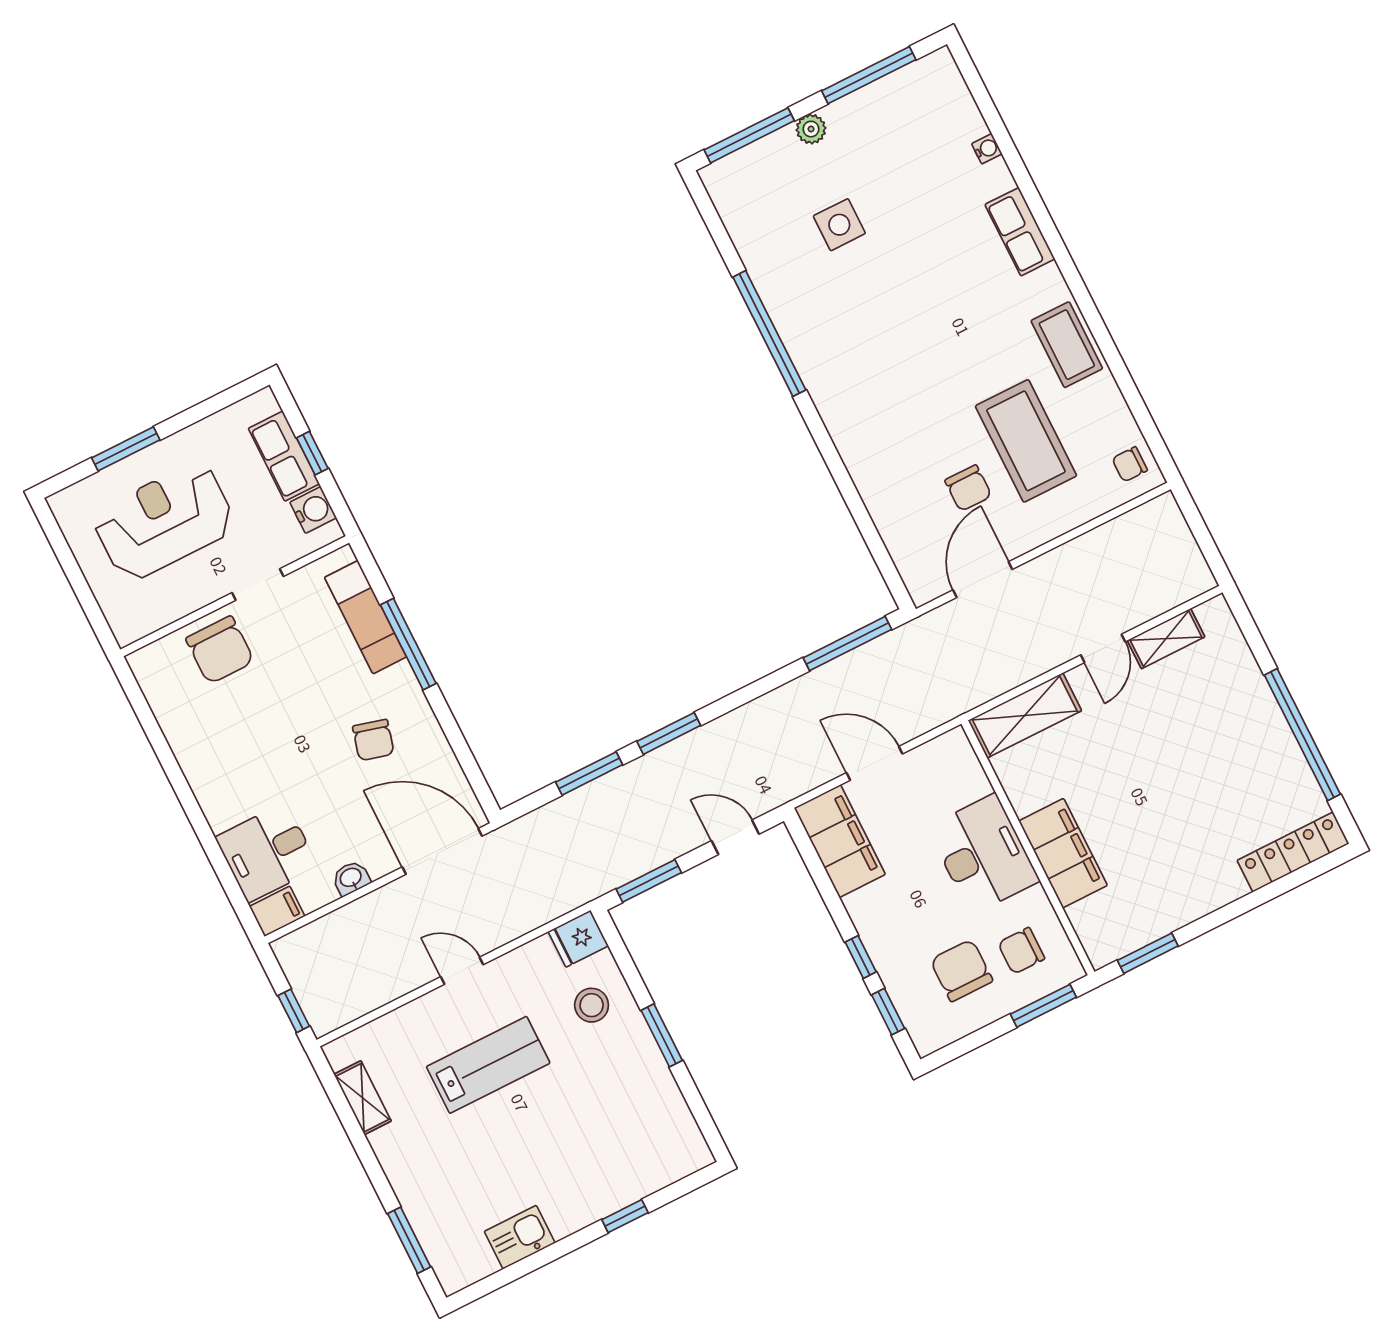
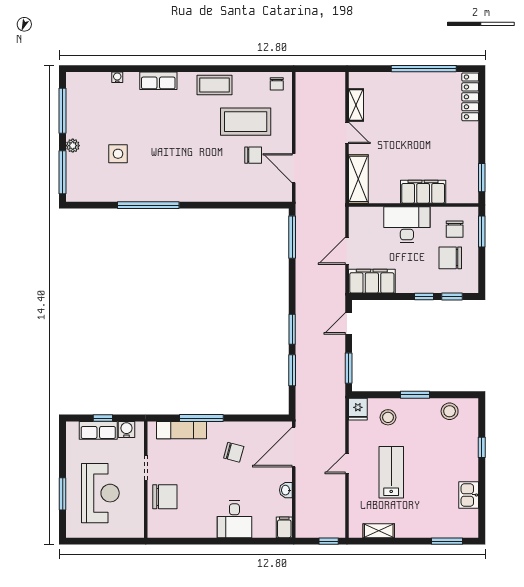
reception desk: (164, 521) -> (100, 493), turned 180
desk: (267, 852) -> (234, 519), moved
stool: (663, 1119) -> (450, 411), added

